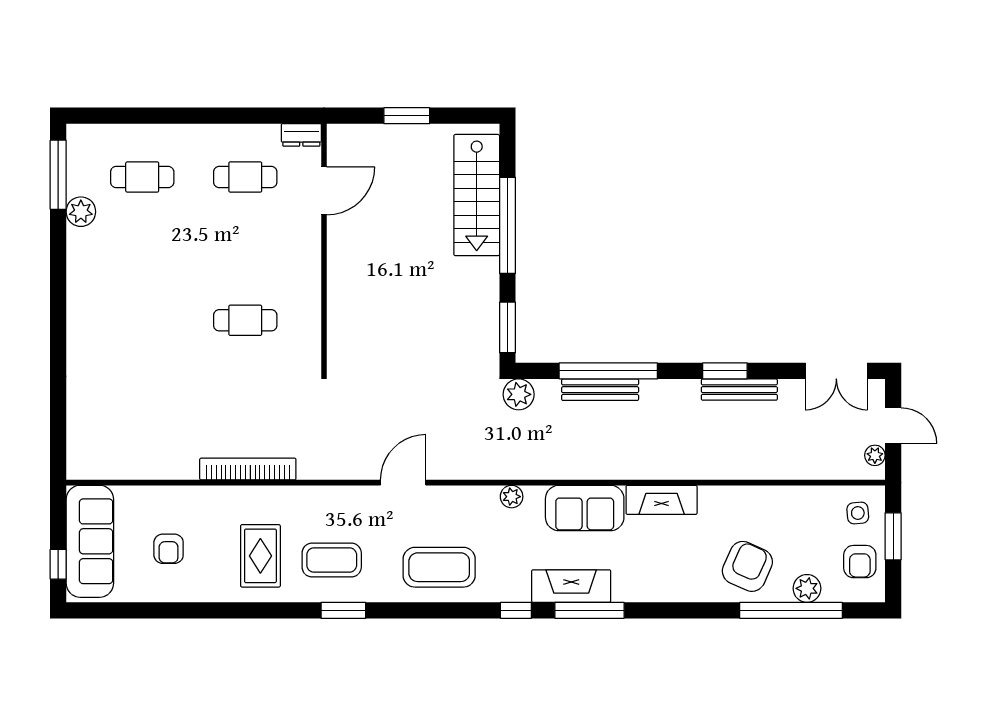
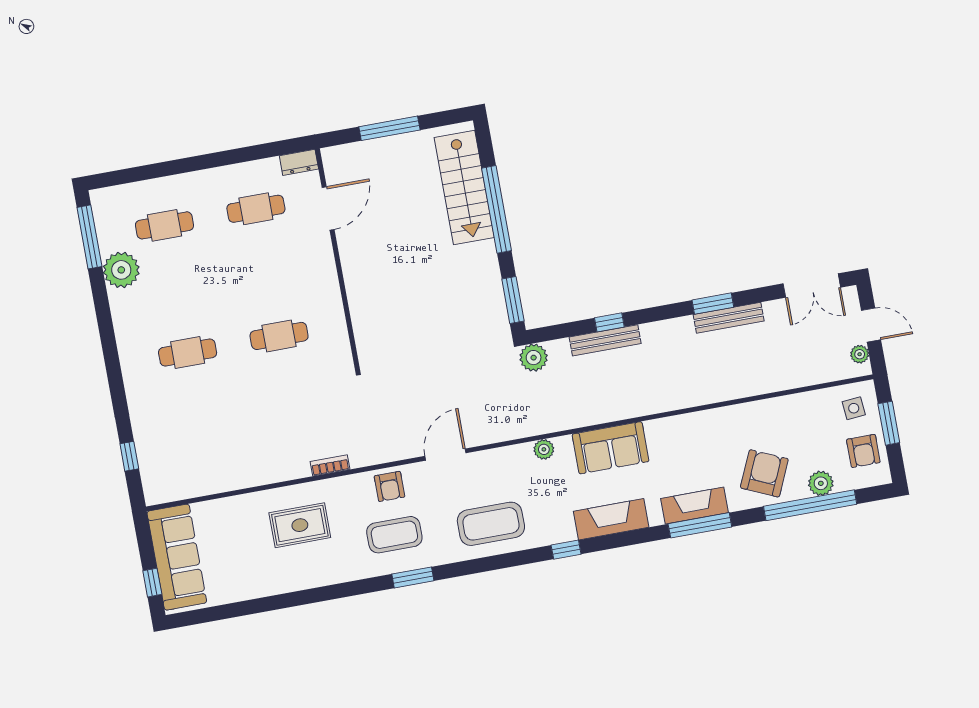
window: (407, 116) -> (389, 128), width x1.44
plant: (81, 212) -> (121, 270), width x1.36, depth x1.36
cafe table: (142, 320) -> (188, 353), added
window: (608, 371) -> (609, 322), width x0.32
window: (58, 422) -> (129, 456), added
bookcase: (248, 469) -> (330, 465), width x0.43, depth x0.76
fireplace: (662, 500) -> (695, 506), moved, turned 180
armchair: (169, 549) -> (389, 486), moved
rug: (260, 556) -> (300, 525), moved, turned 90
window: (590, 610) -> (700, 525), moved

